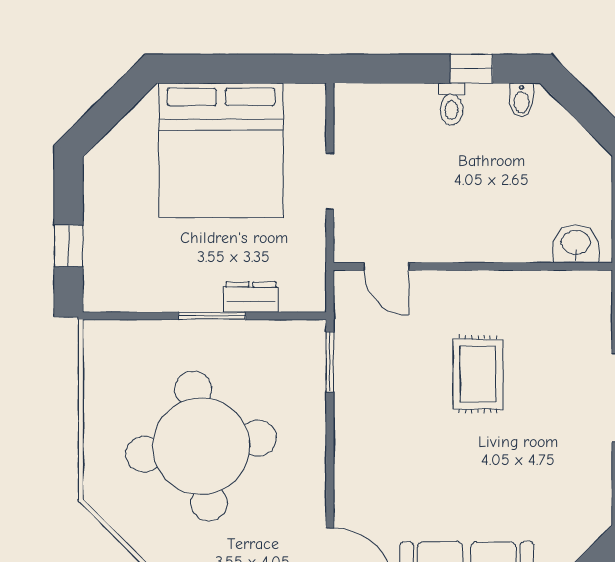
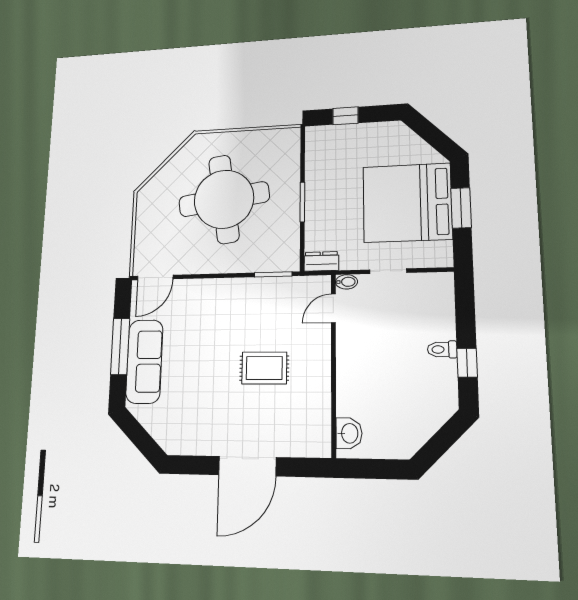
window: (233, 69) -> (461, 208), added
bidet: (521, 100) -> (346, 282), moved, turned 180
dresser: (251, 297) -> (321, 261), moved, turned -90

